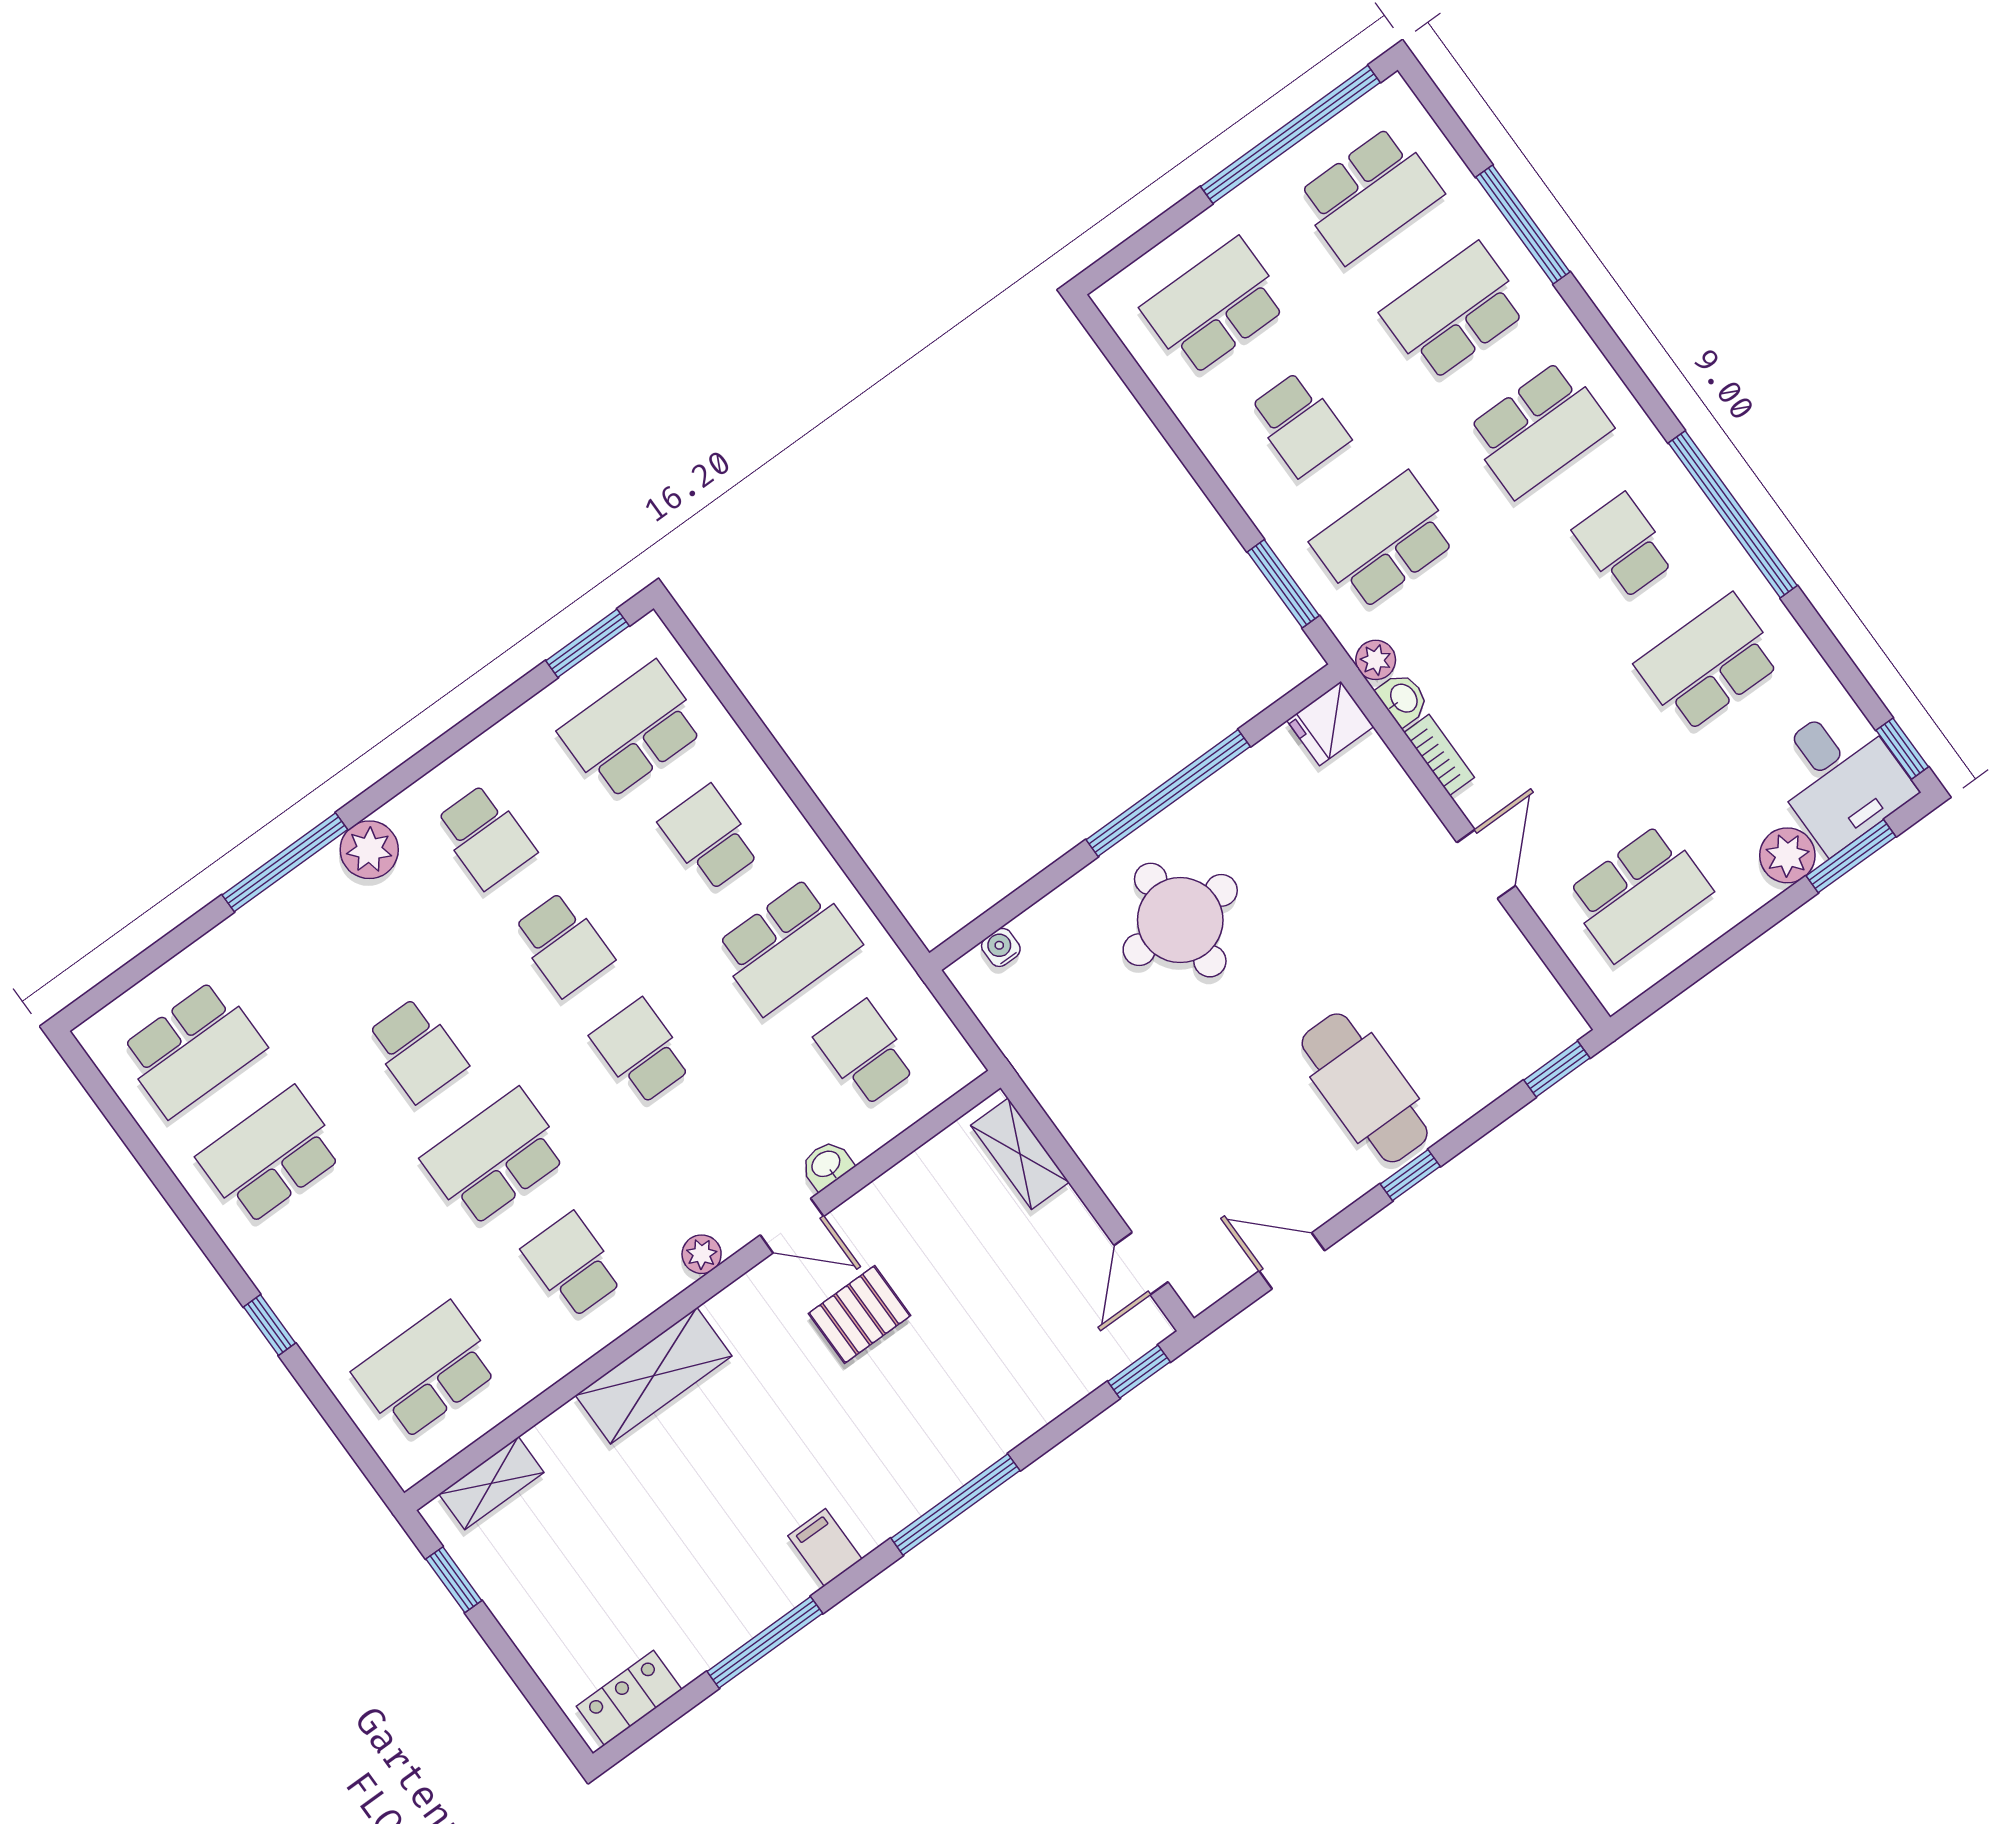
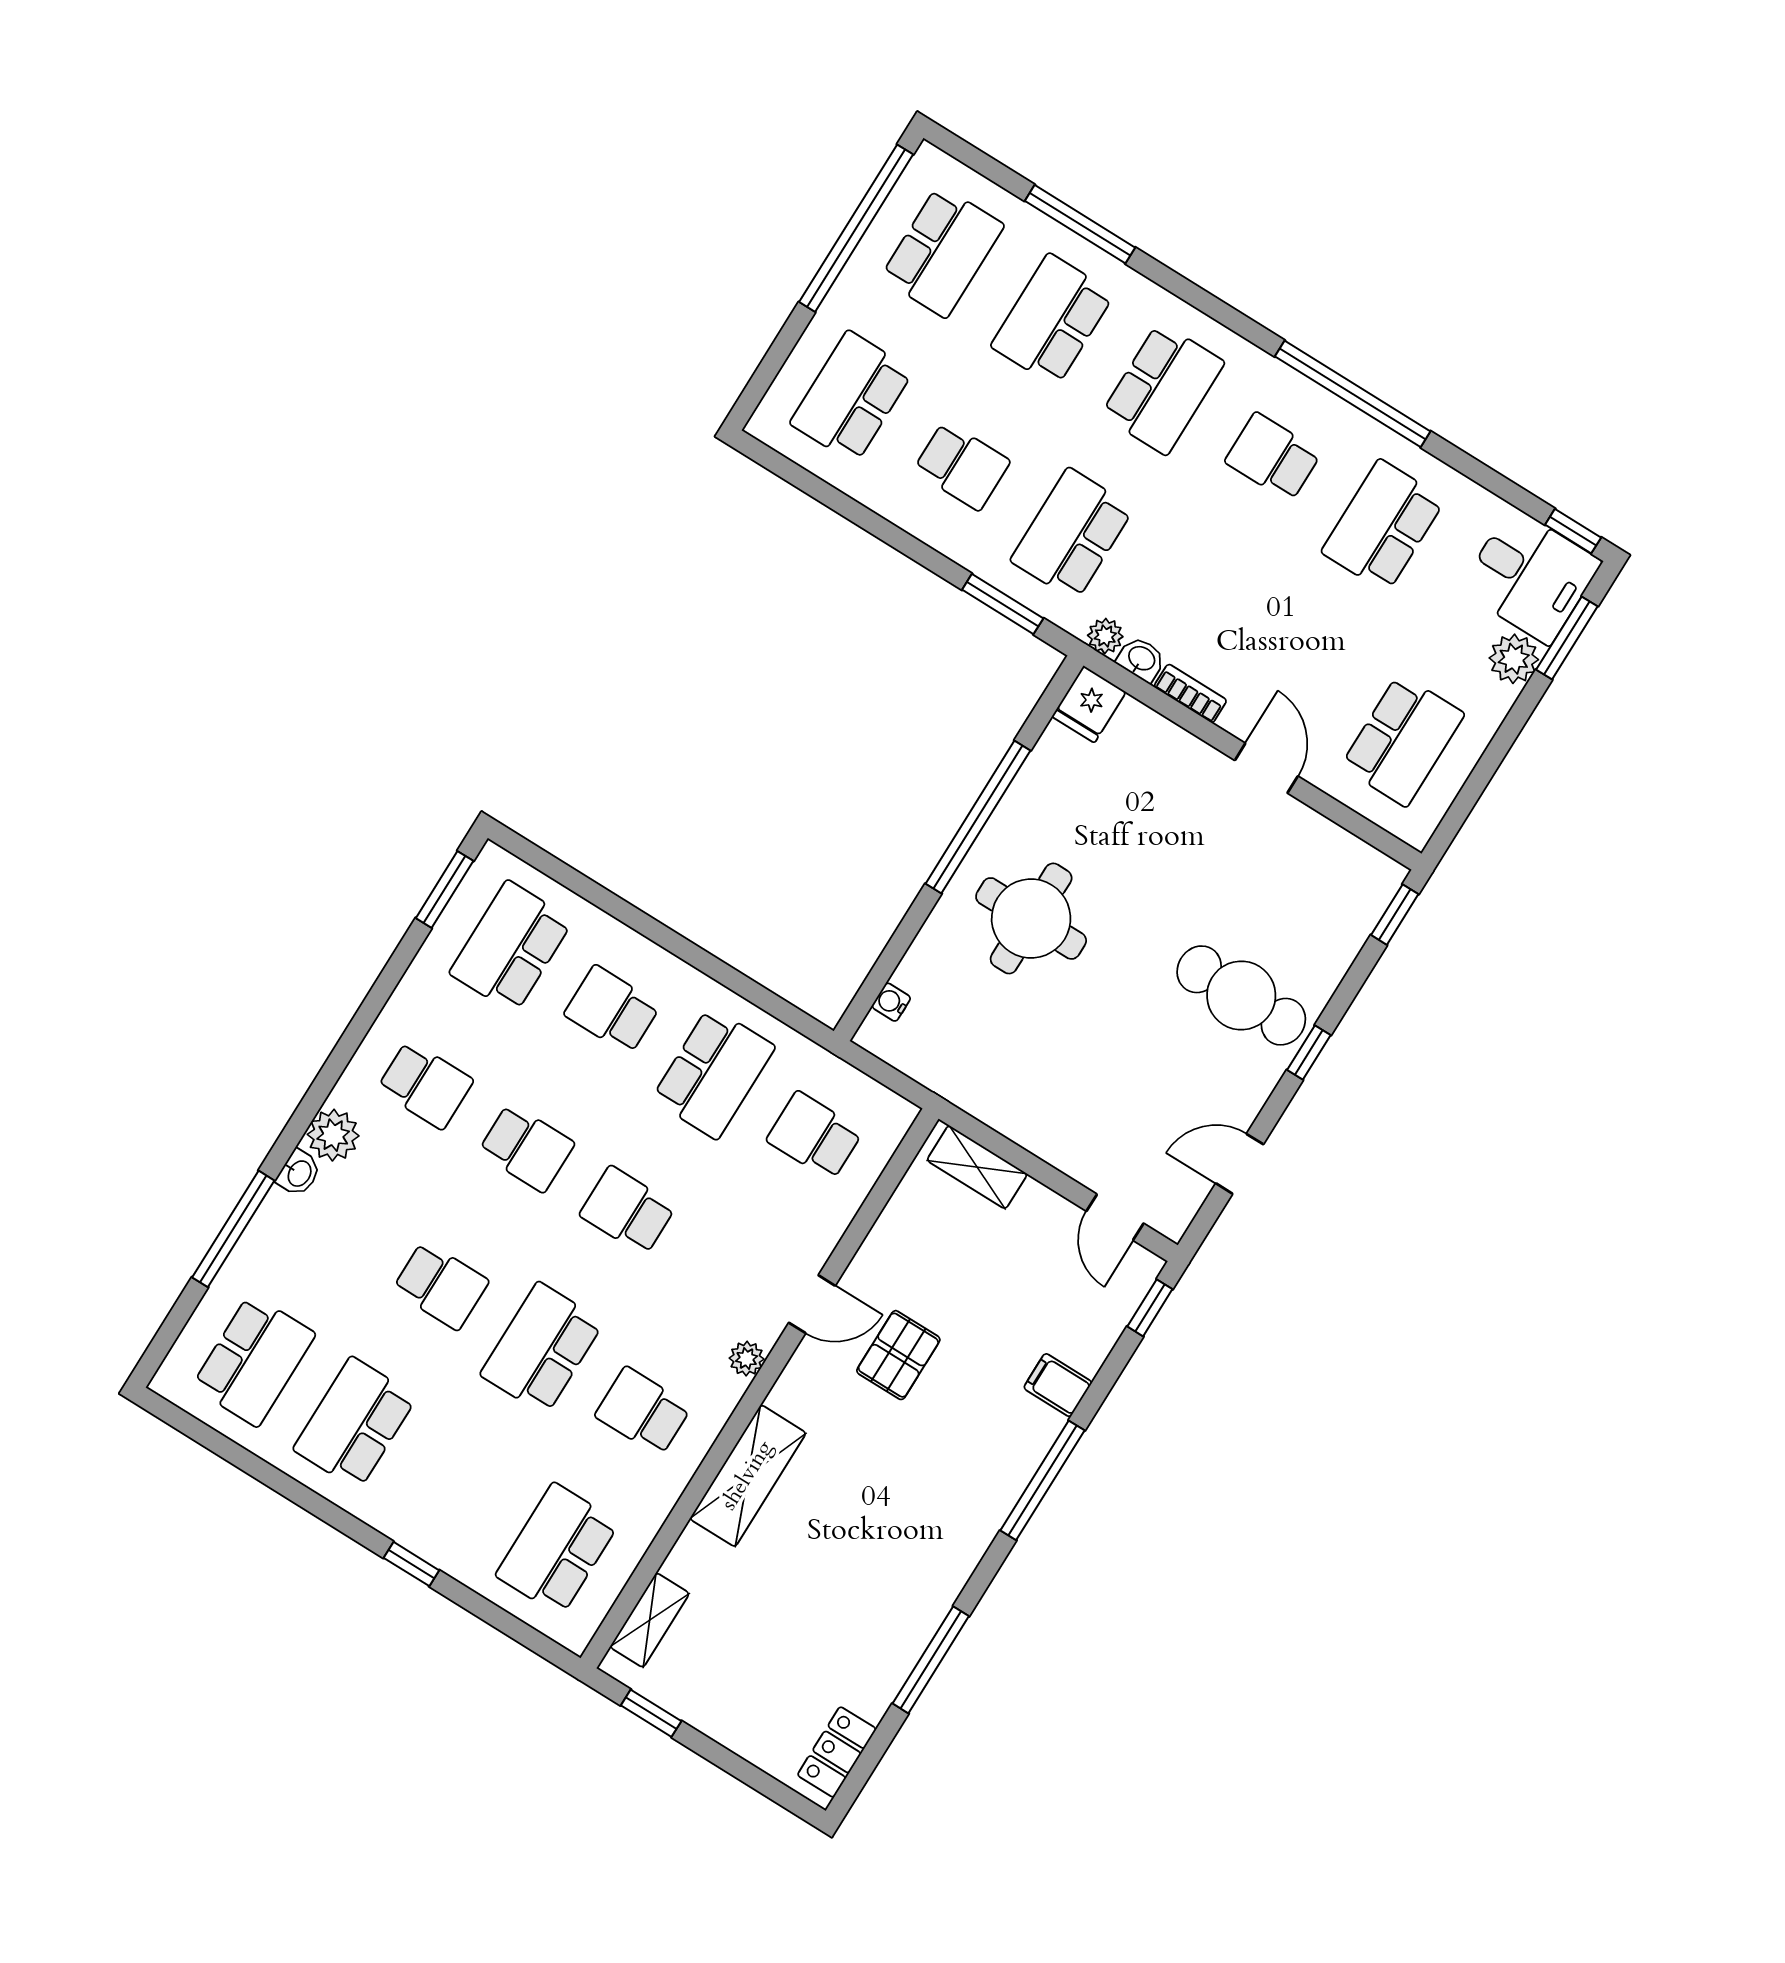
window: (285, 862) -> (233, 1229), moved
washbasin: (826, 1165) -> (299, 1173), moved, turned 180
filing cabinet: (825, 1547) -> (1058, 1385), moved

